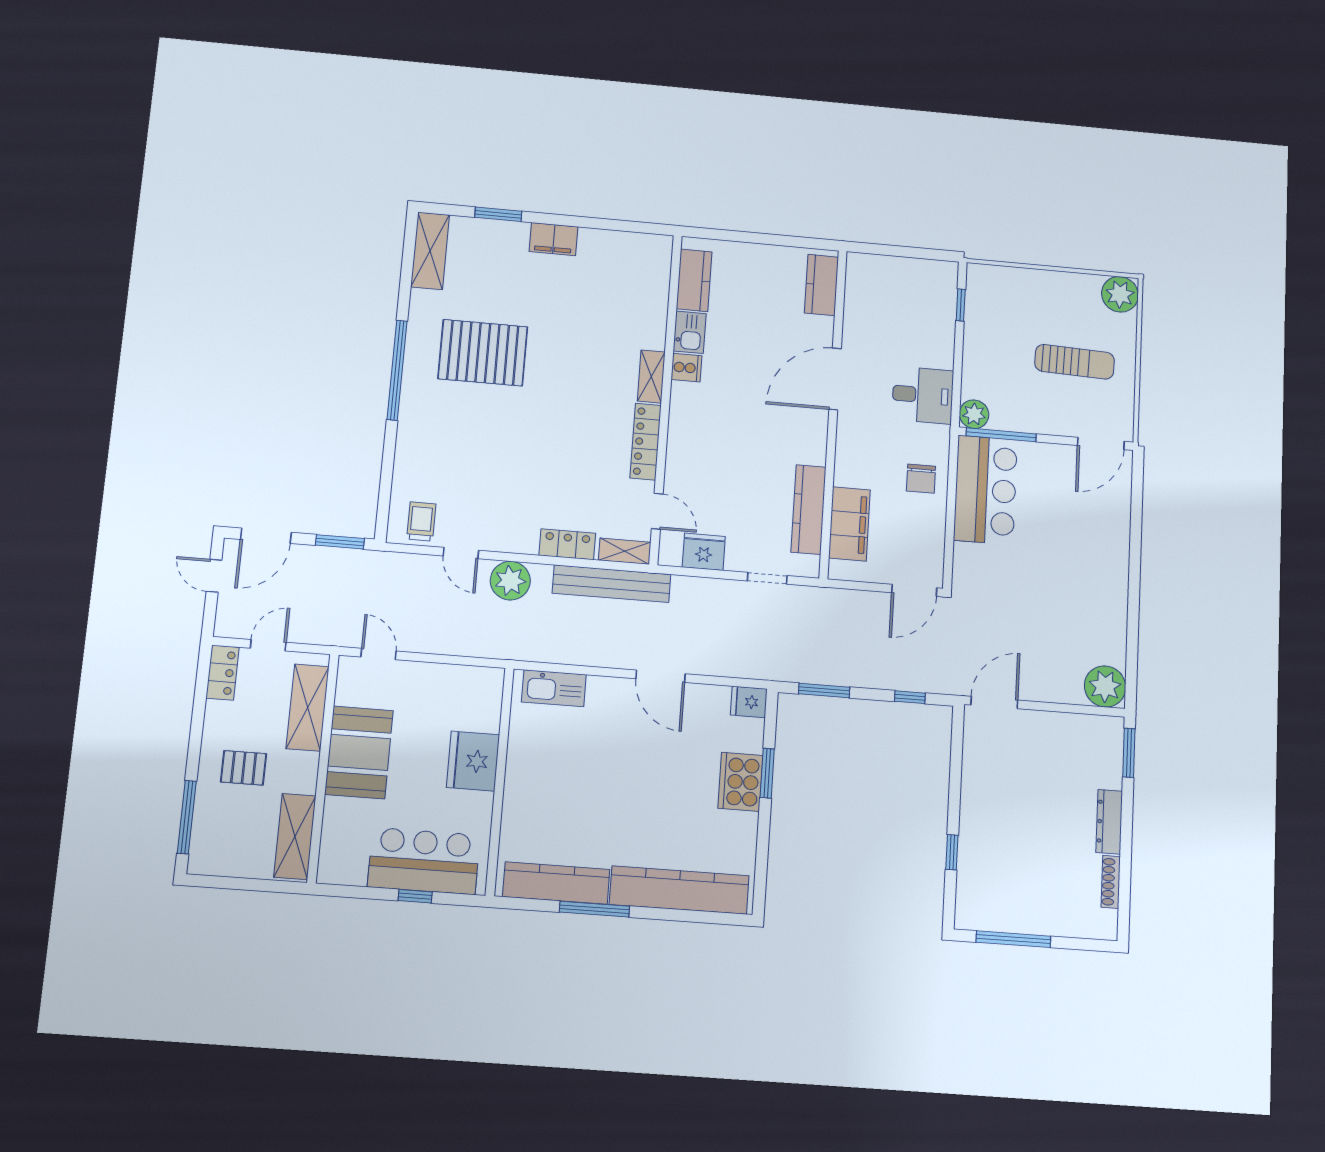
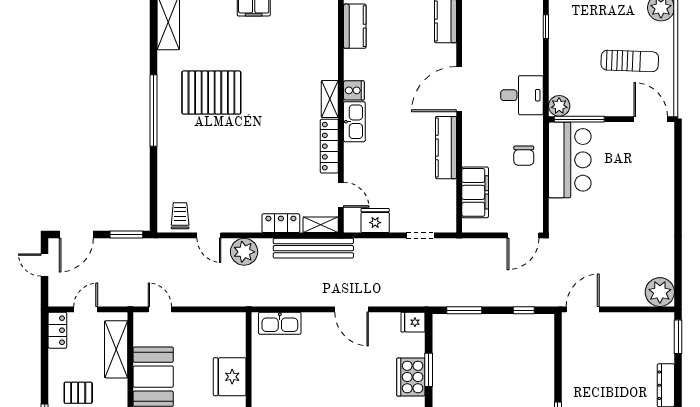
kitchen sink: (690, 332) -> (354, 122), moved, width x1.38
door: (1101, 443) -> (651, 119), swing flipped
kitchen counter: (808, 510) -> (446, 148), moved

